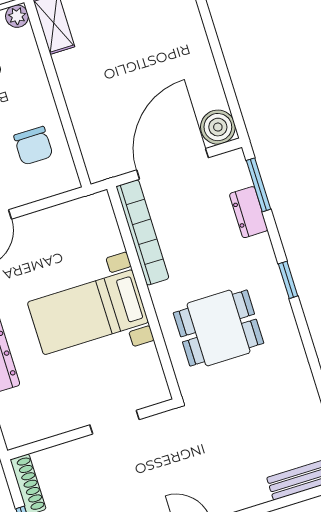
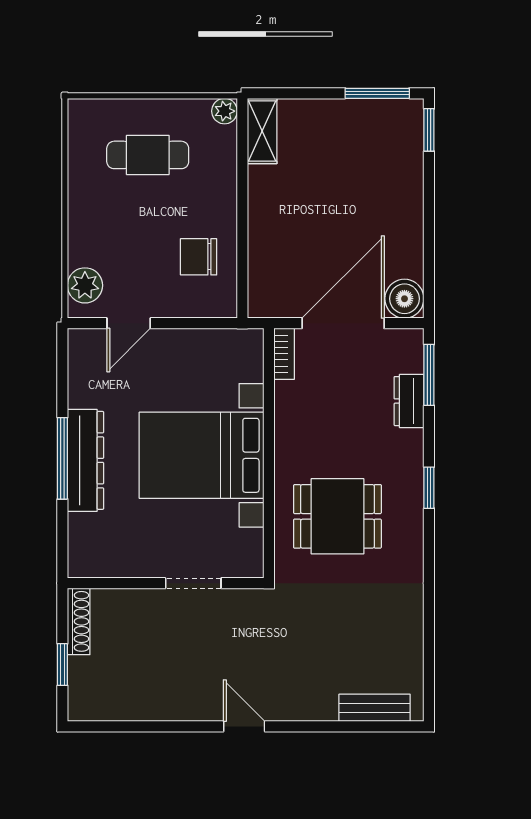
chair: (33, 146) -> (199, 257), turned 90
bookcase: (142, 232) -> (284, 354), width x0.43, depth x0.76
bed with nightstands: (88, 312) -> (202, 455), width x1.36

